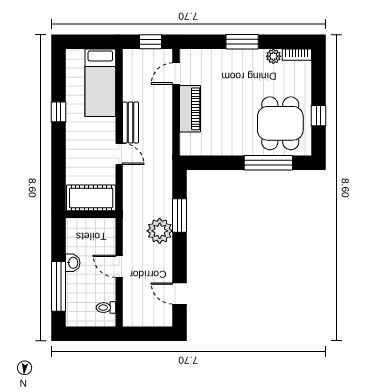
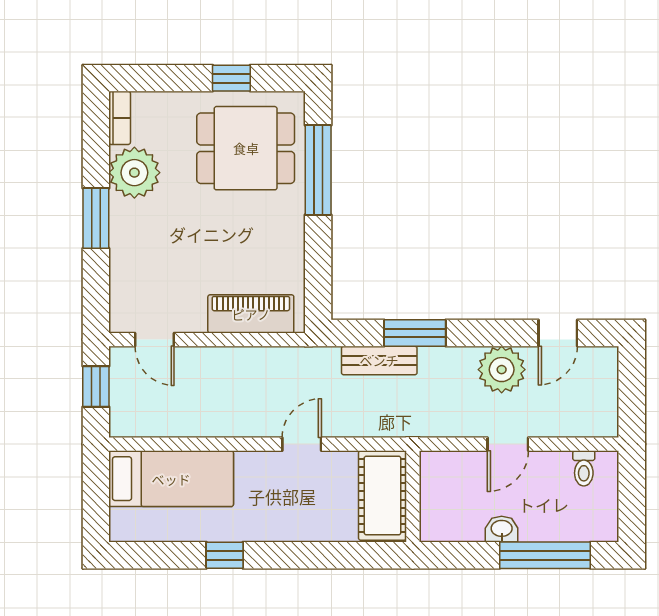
plant: (273, 56) -> (134, 173), width x1.88, depth x1.88
piano: (190, 109) -> (251, 314), moved
bench: (130, 122) -> (379, 360), moved
plant: (160, 231) -> (502, 370), moved

